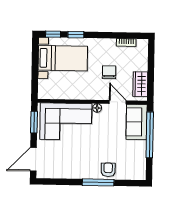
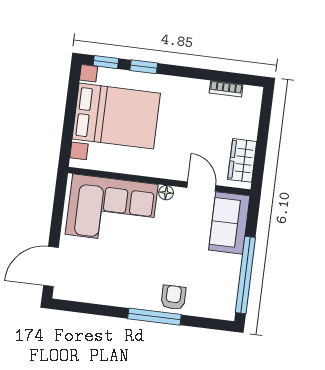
bed with nightstands: (63, 58) -> (116, 116), width x1.36
chair: (109, 72) -> (192, 135), removed
window: (34, 122) -> (59, 205), removed
window: (150, 135) -> (245, 275), moved

